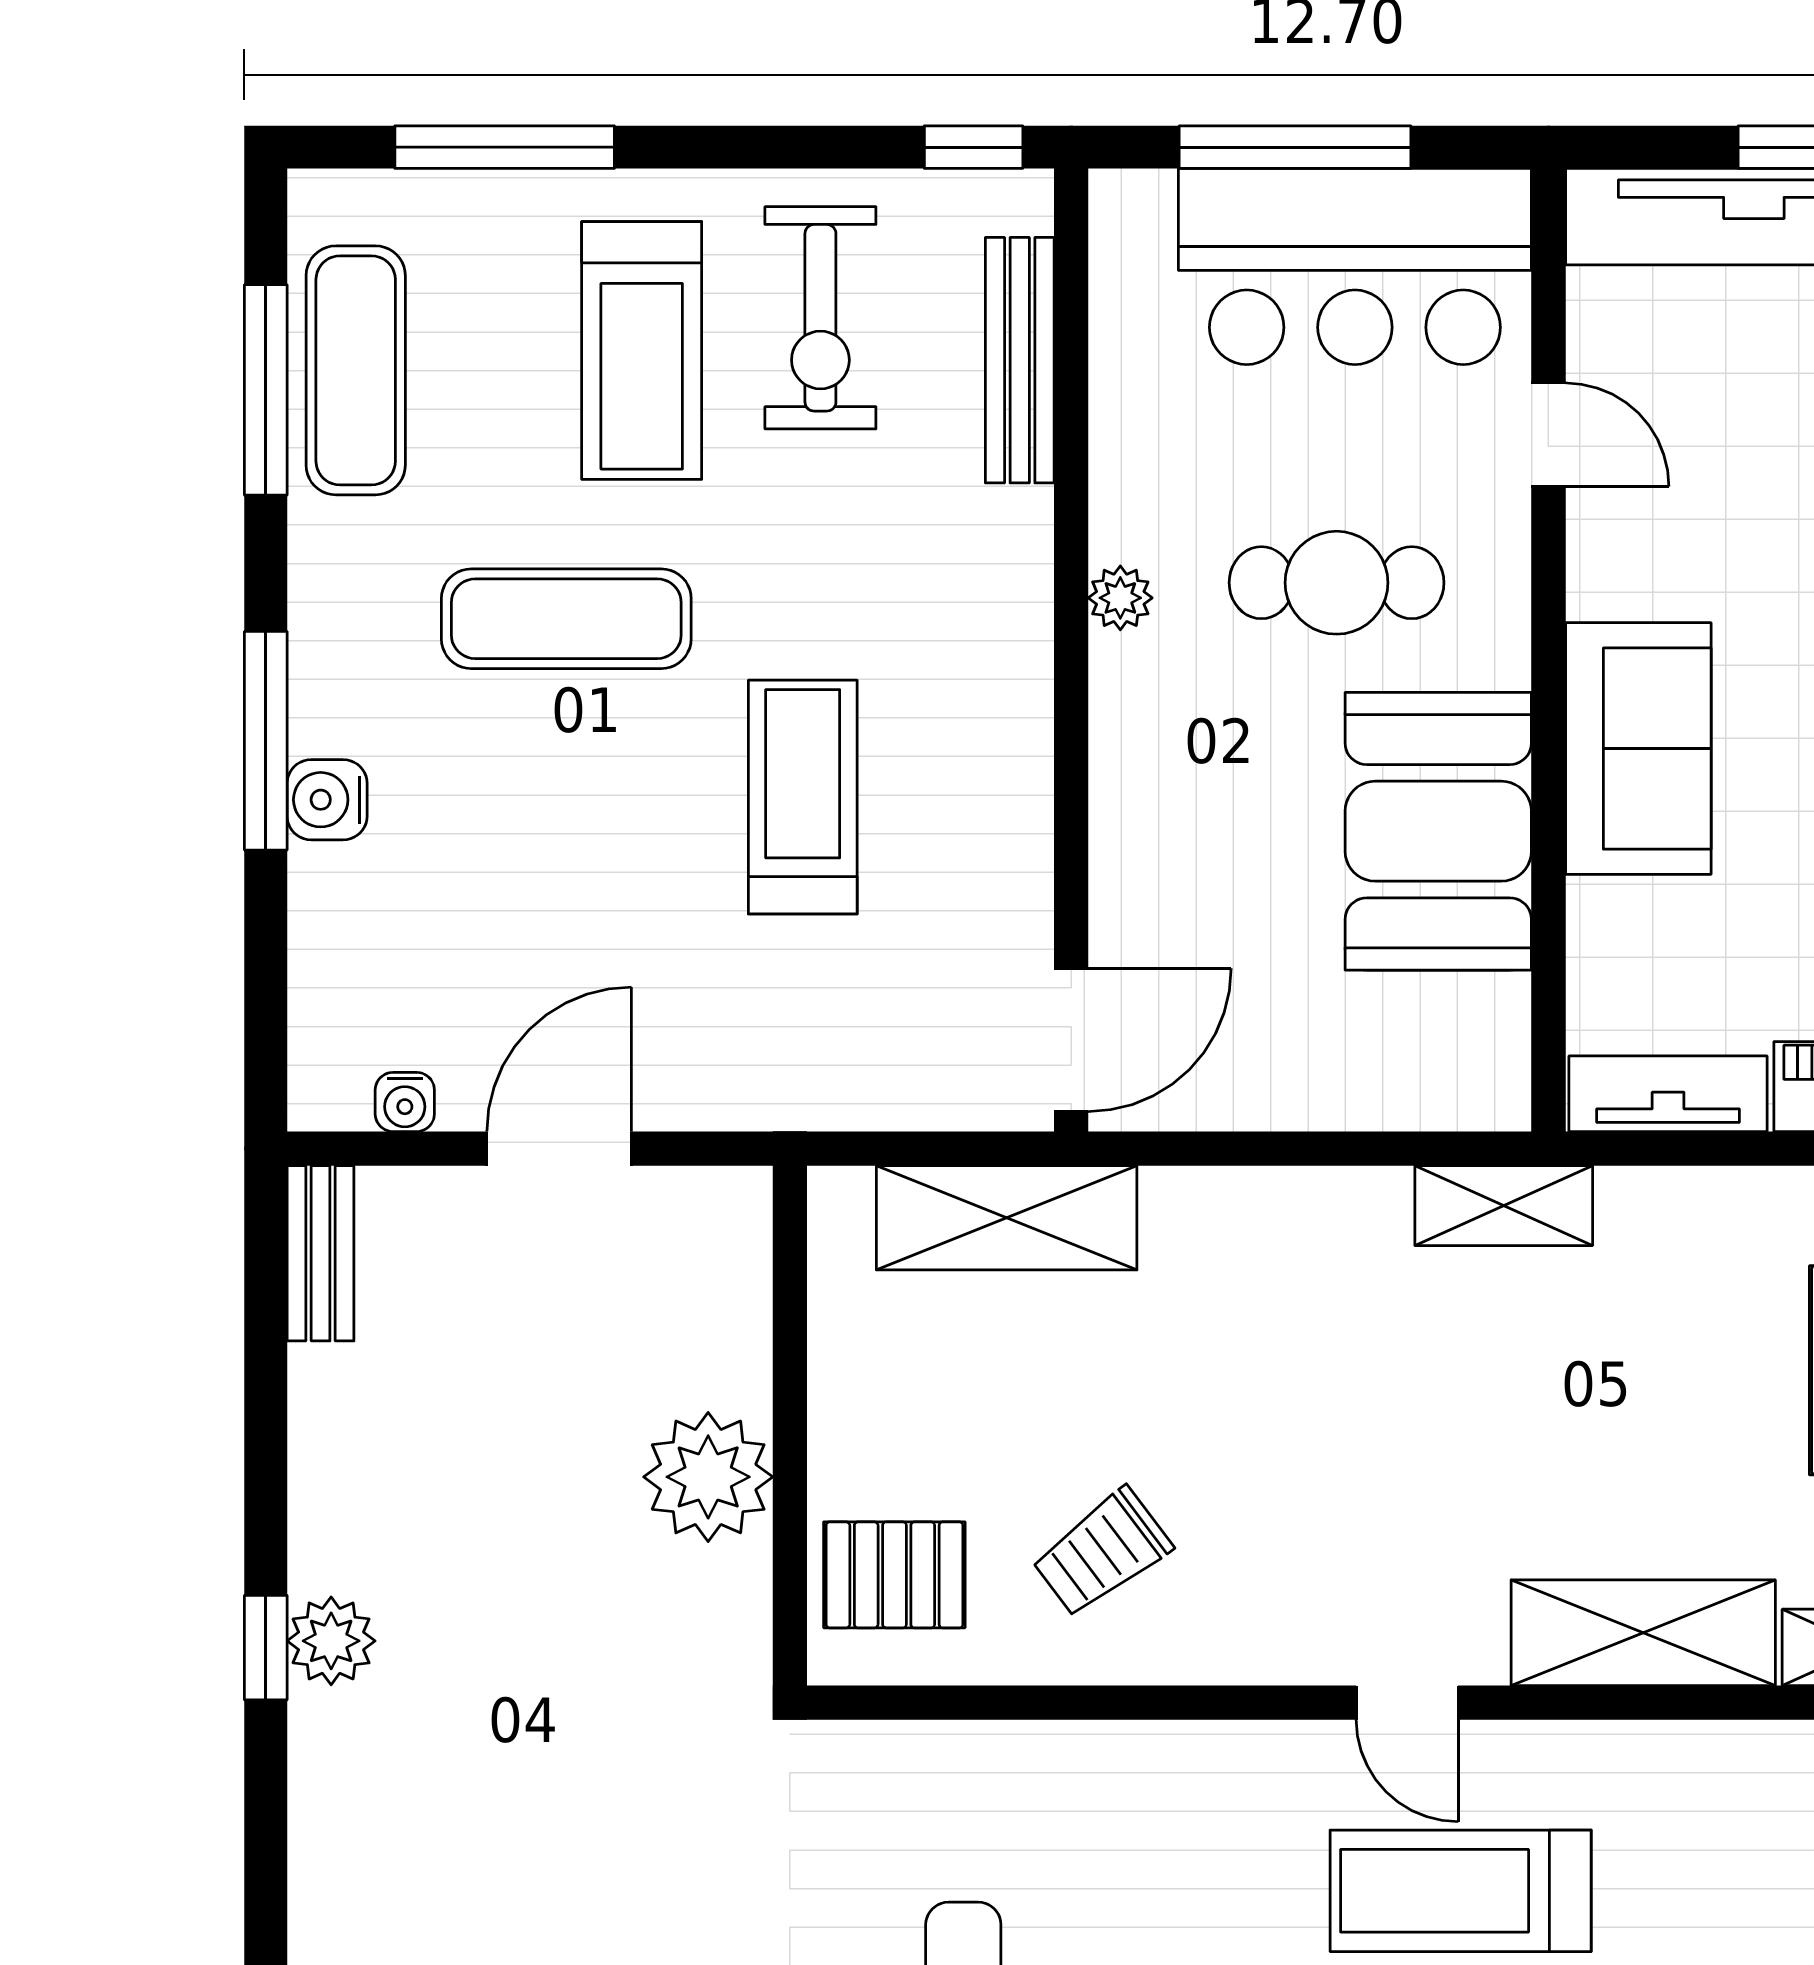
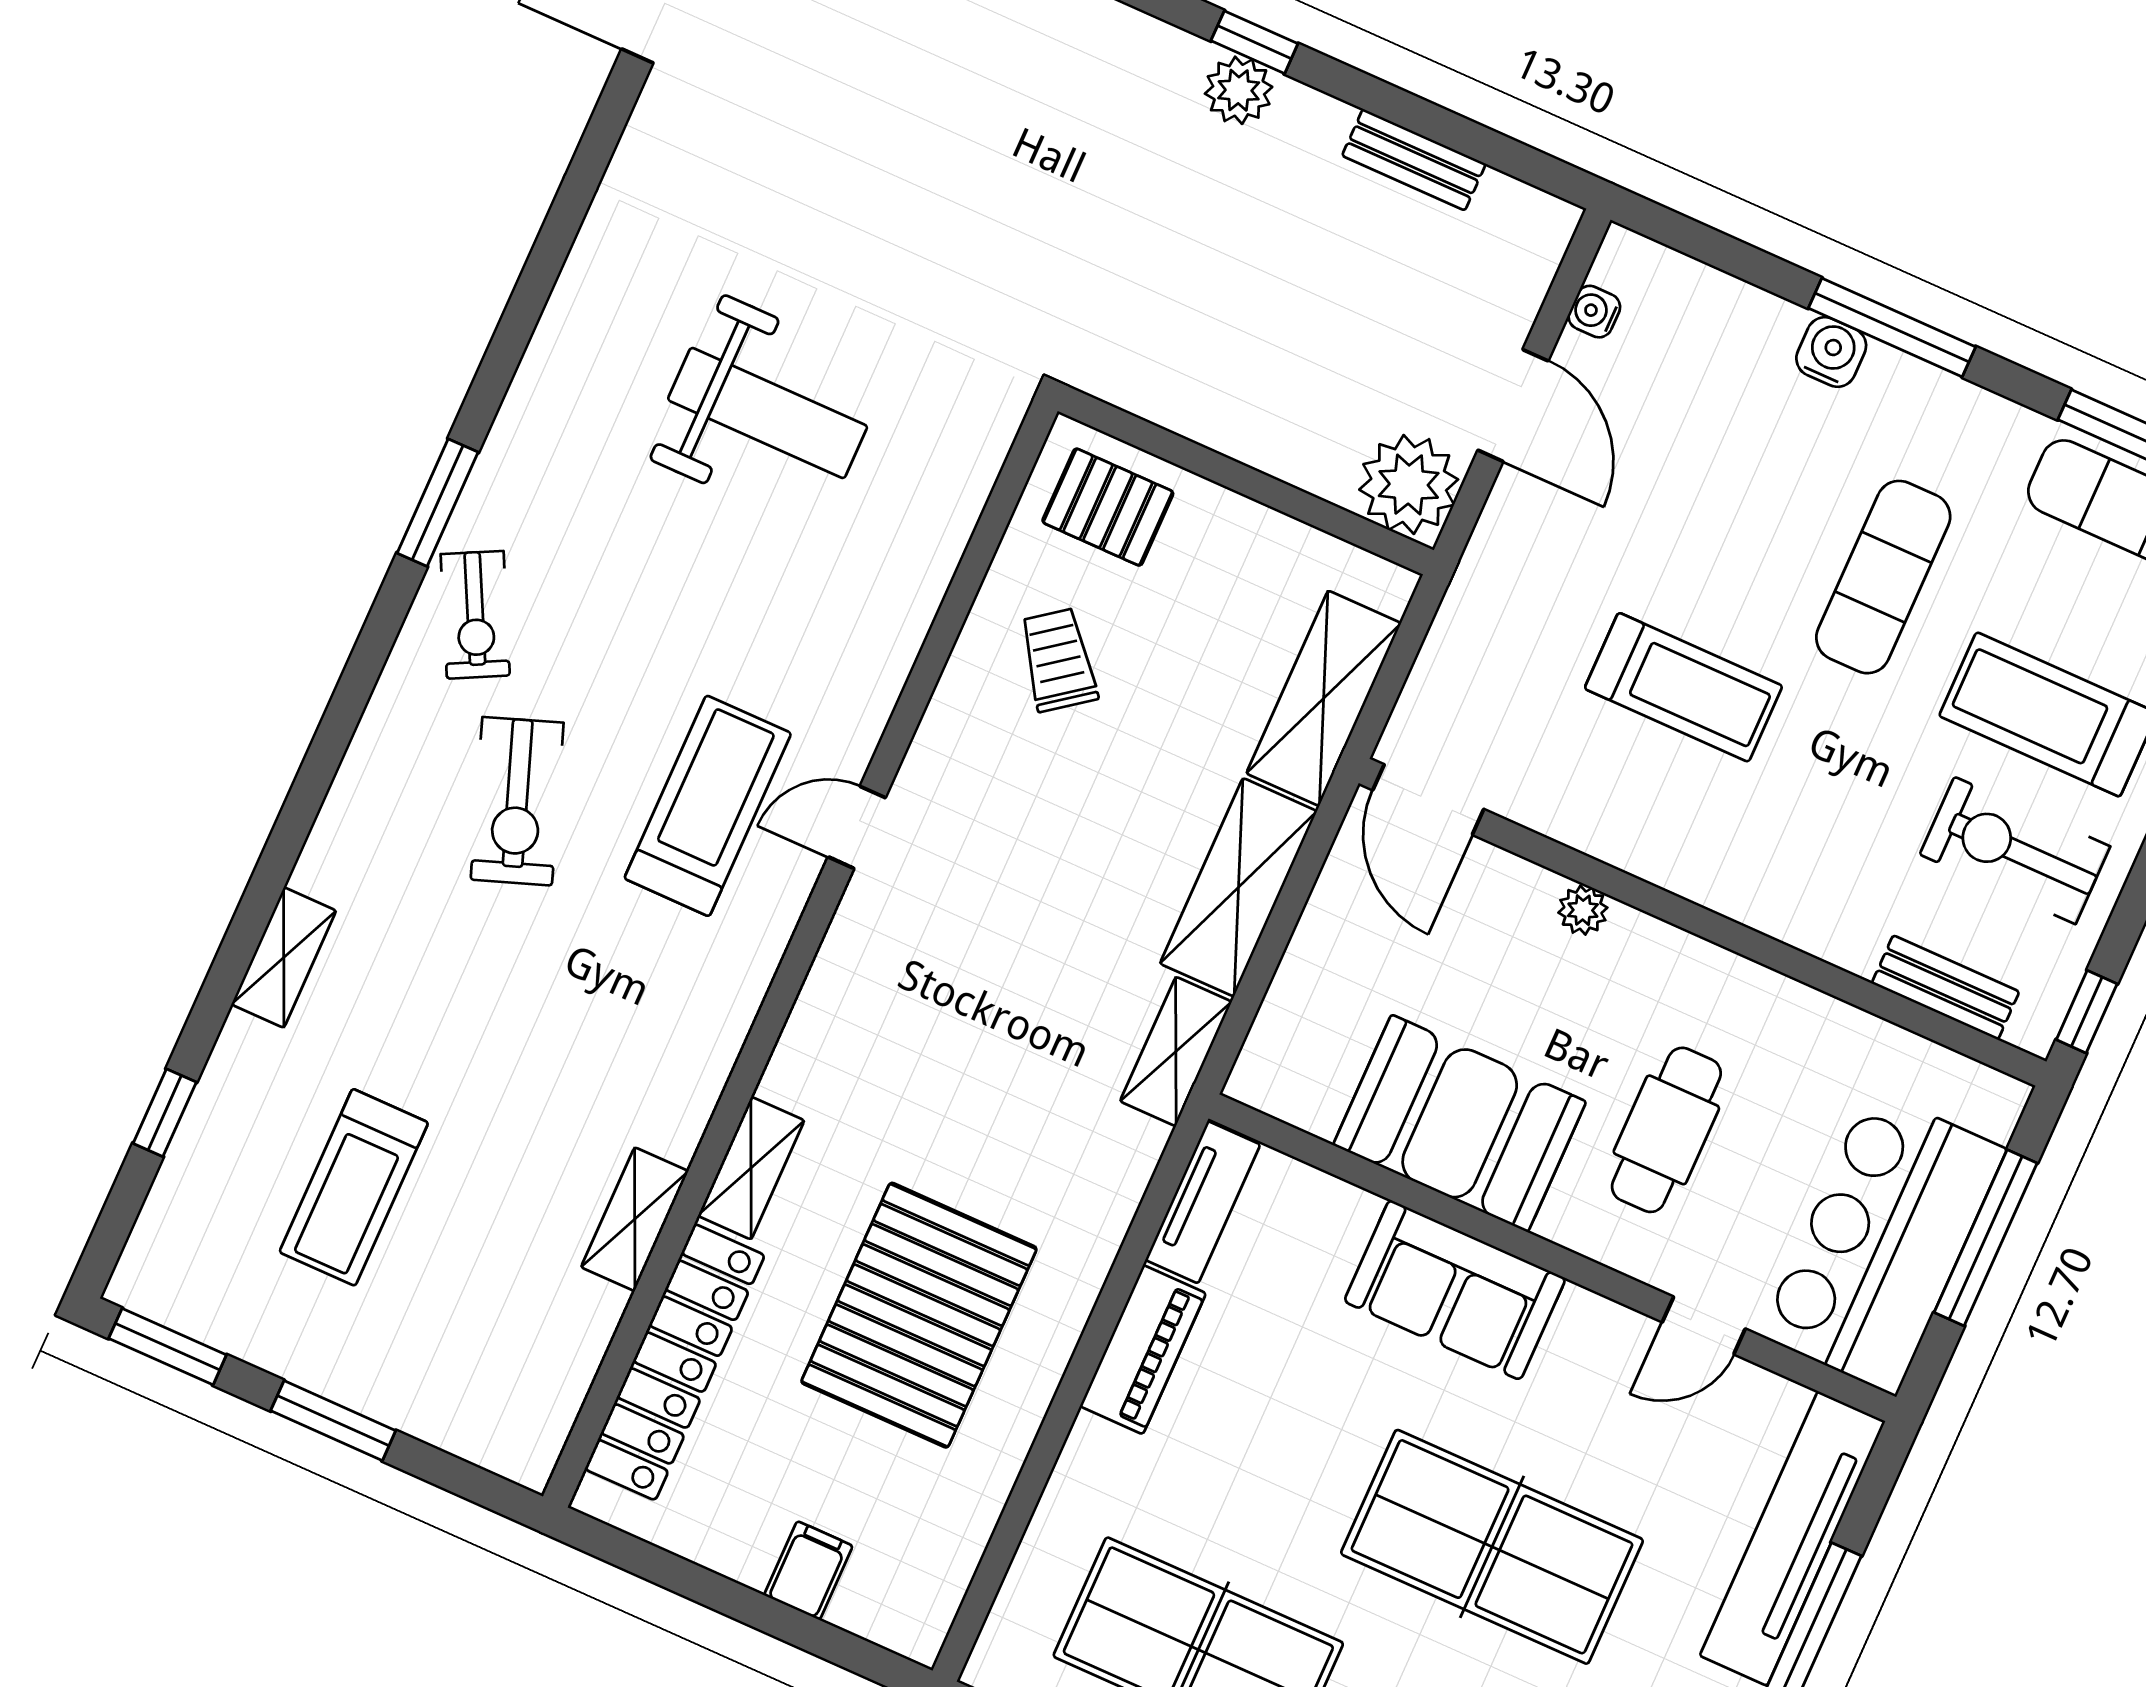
bench: (1020, 360) -> (1945, 987), width x0.73
plant: (1120, 598) -> (1583, 910), moved
bench: (321, 1253) -> (1414, 160), moved
plant: (708, 1477) -> (1409, 485), moved
pallet: (894, 1575) -> (1108, 507), turned 90
shelving: (1643, 1633) -> (1238, 887), moved

